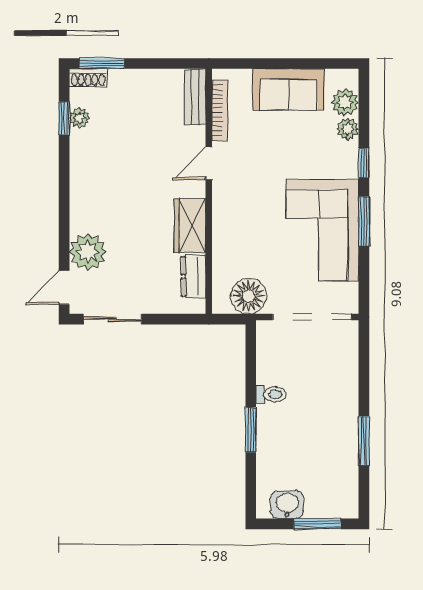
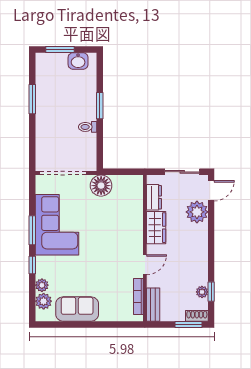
bench: (195, 97) -> (153, 305), moved
bookcase: (220, 110) -> (138, 297), moved
door: (209, 163) -> (145, 265), moved
wall: (209, 191) -> (145, 248), moved
wardrobe: (190, 226) -> (156, 228), moved
dresser: (194, 276) -> (154, 197), moved

